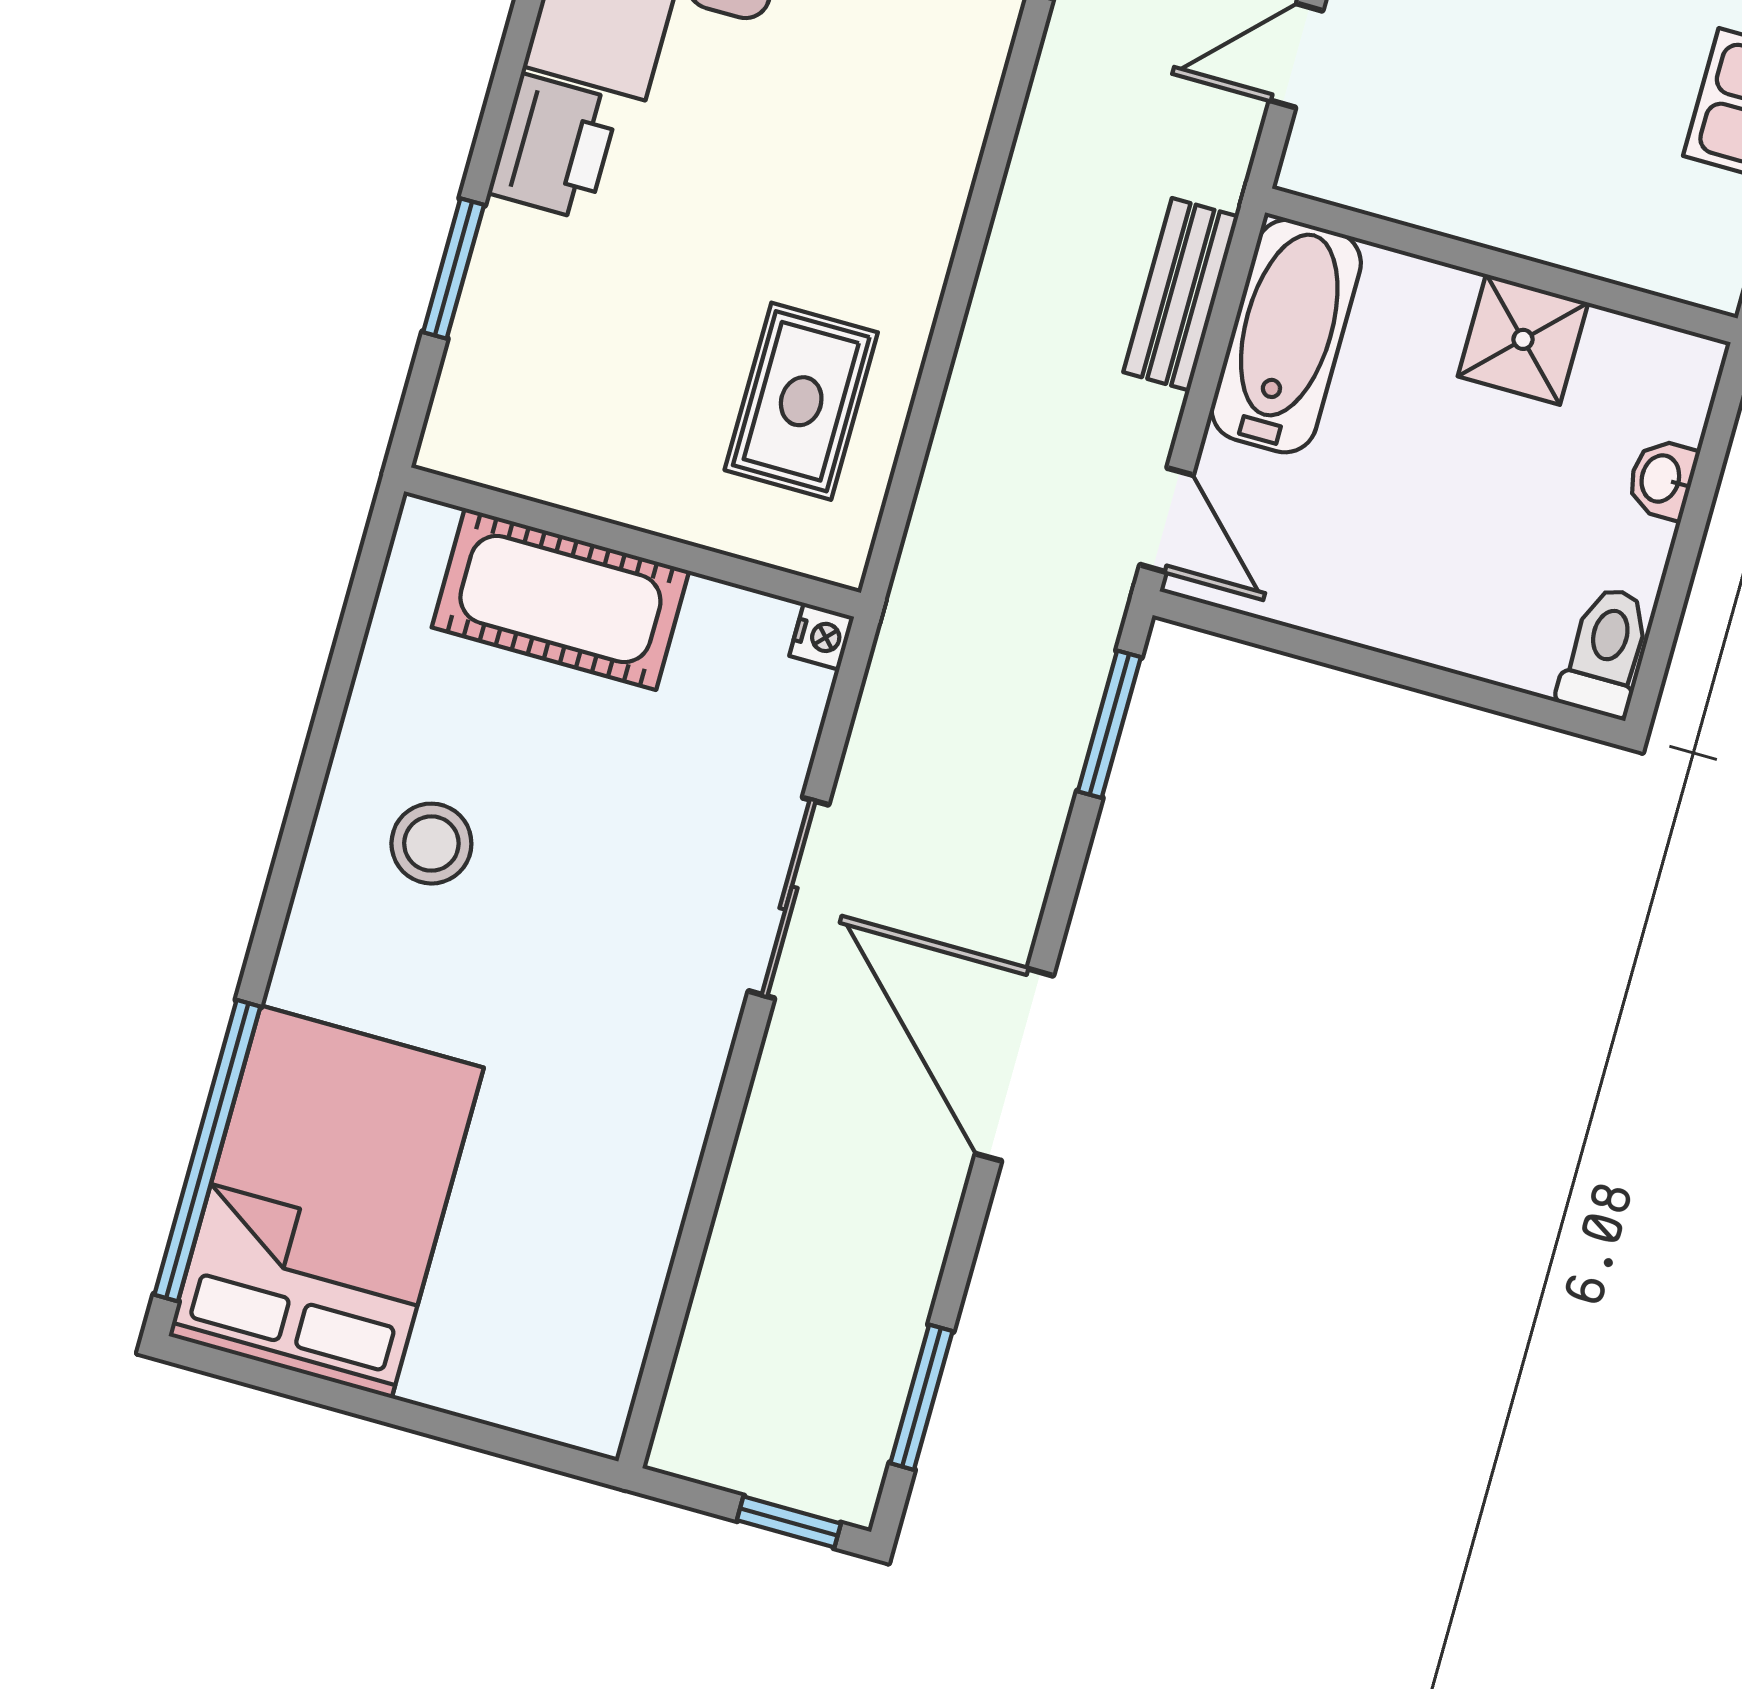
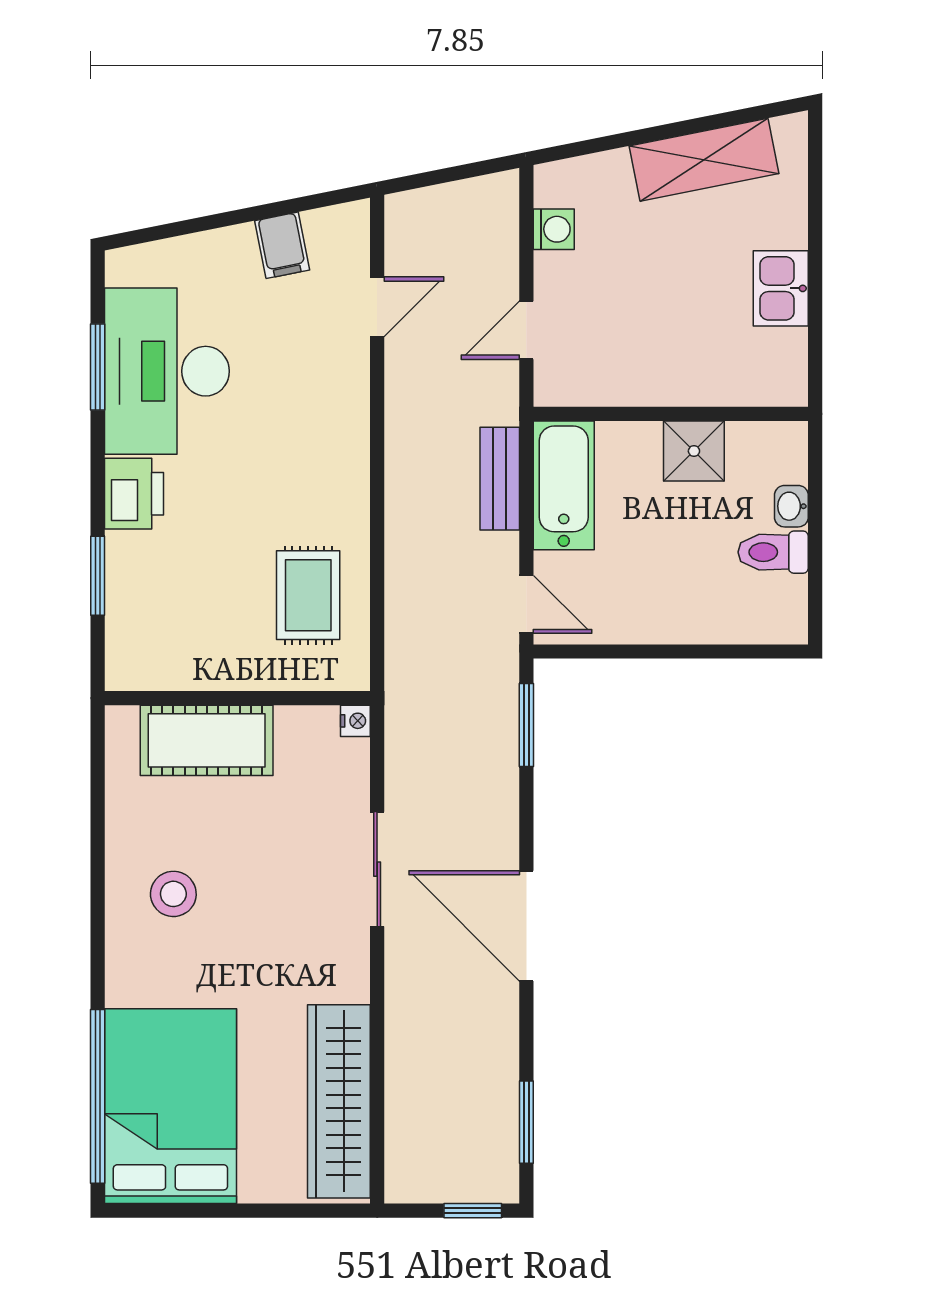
toilet: (1606, 652) -> (773, 552), moved, turned -90
wardrobe: (614, 1273) -> (339, 1101), added

